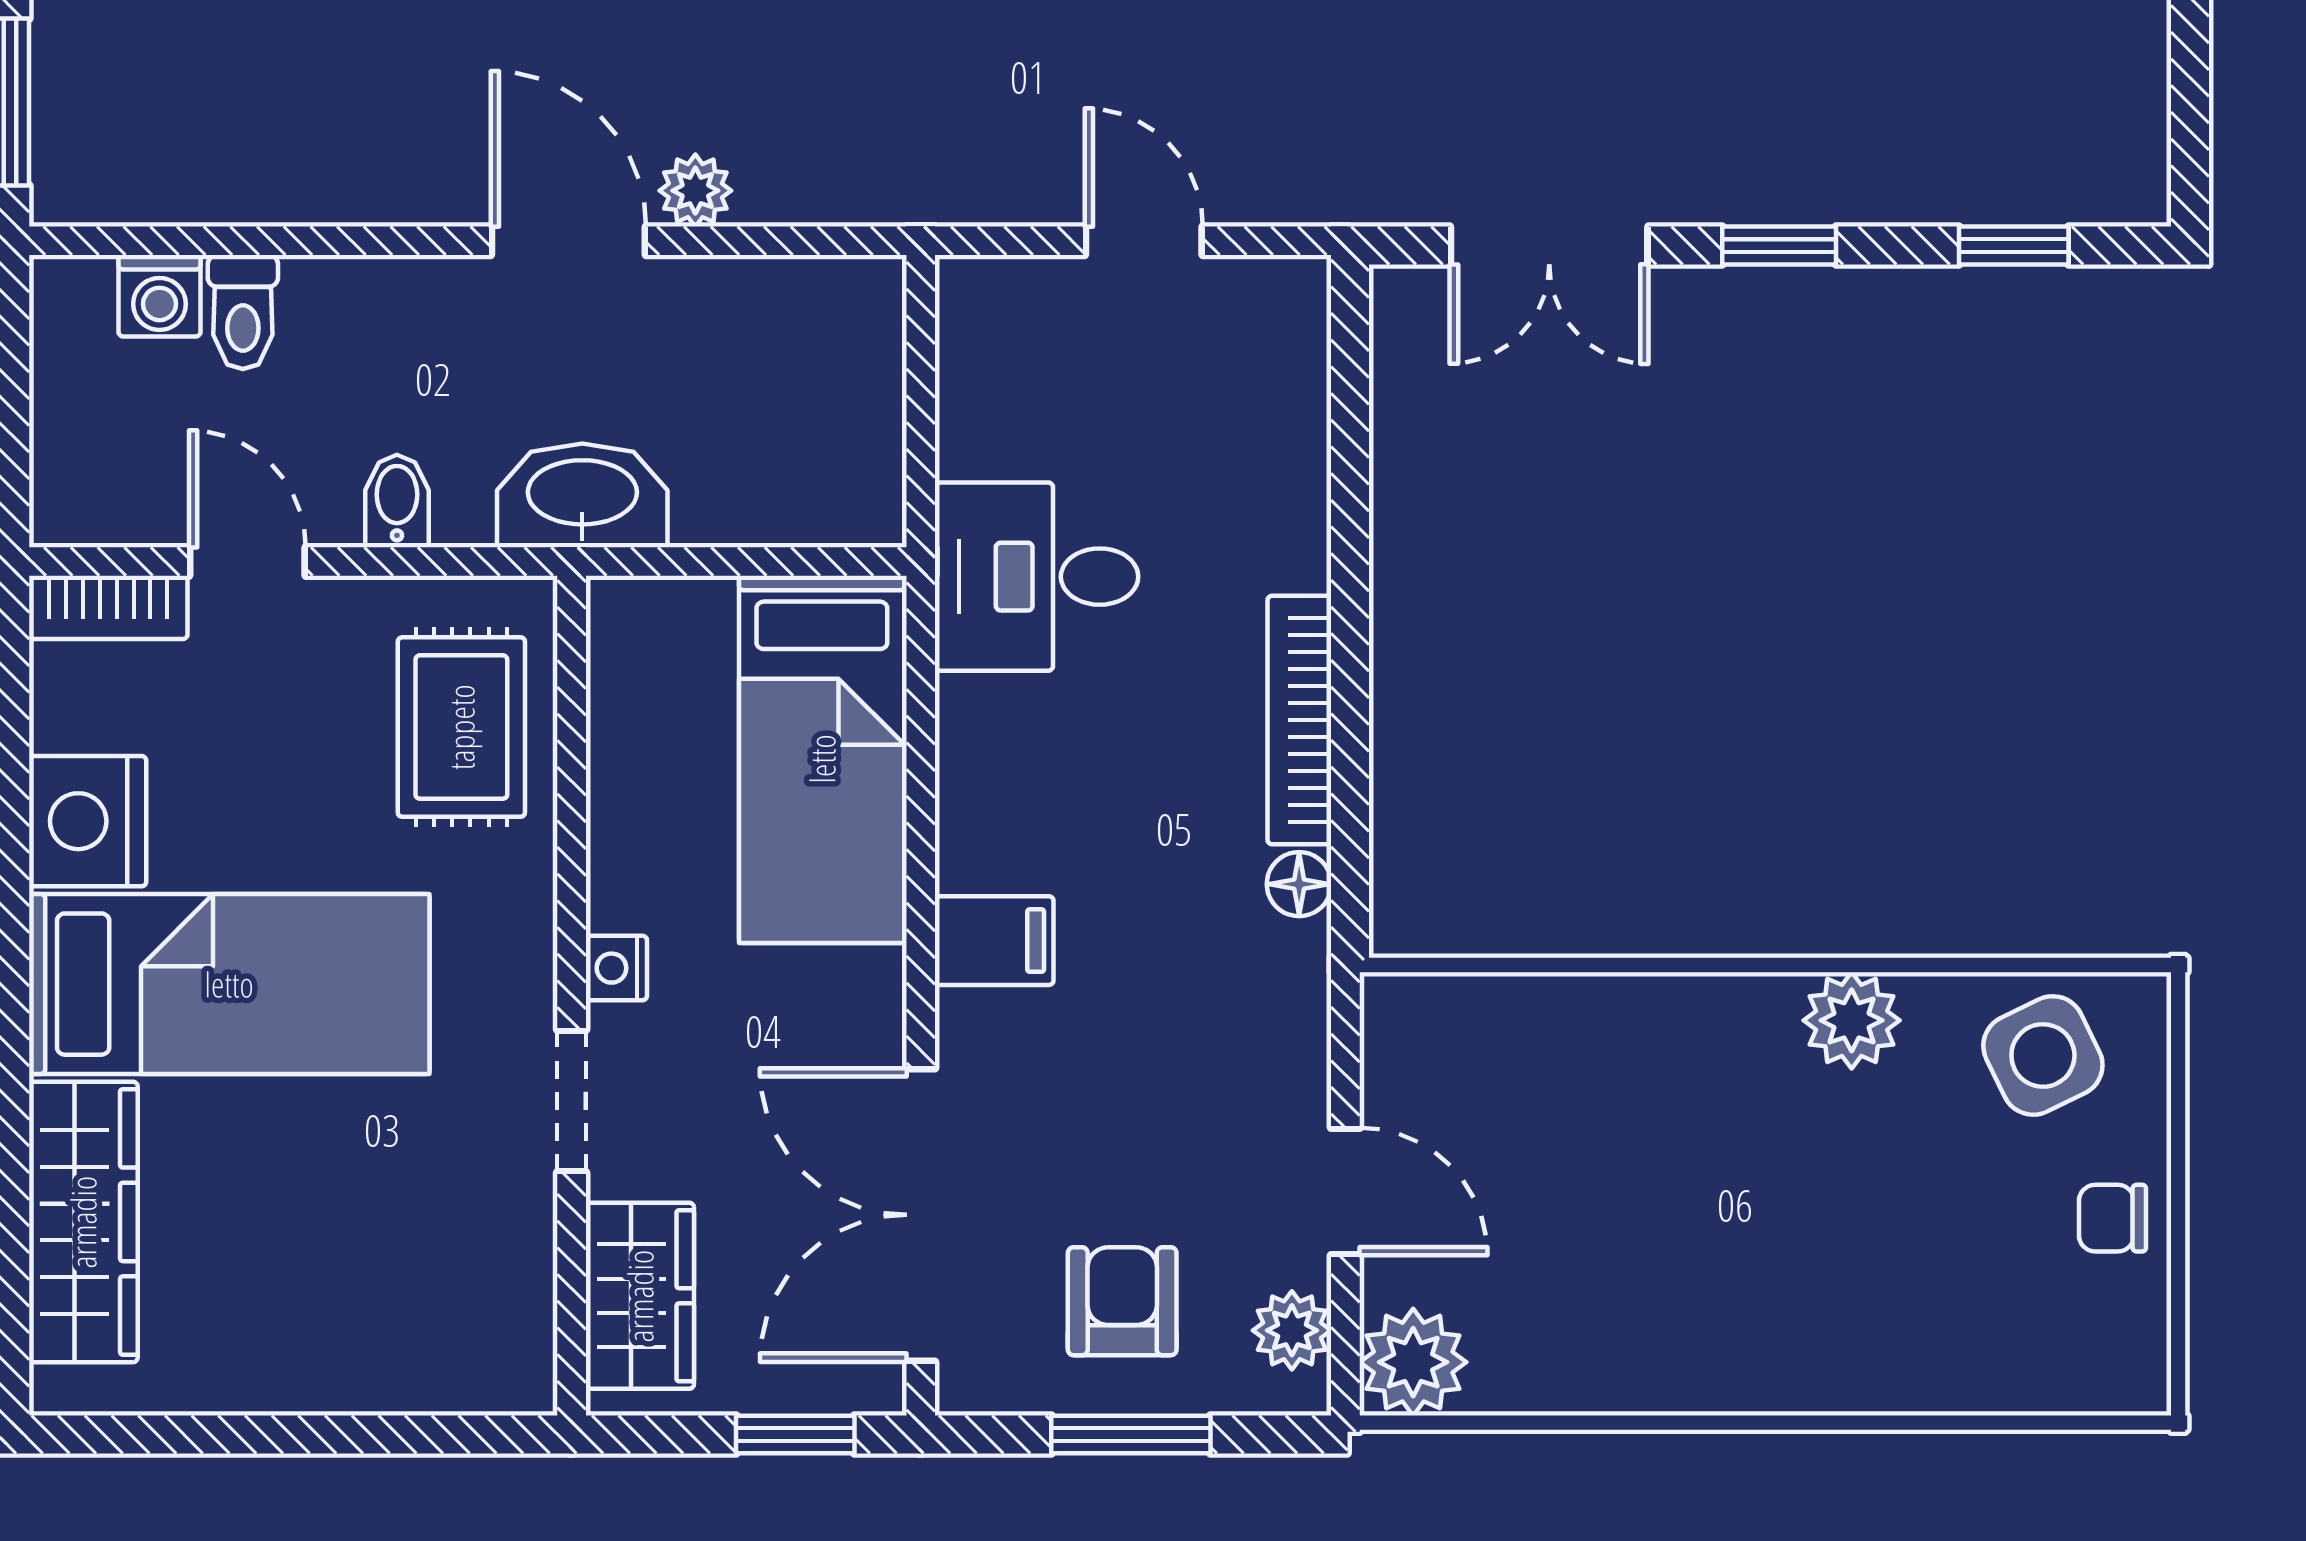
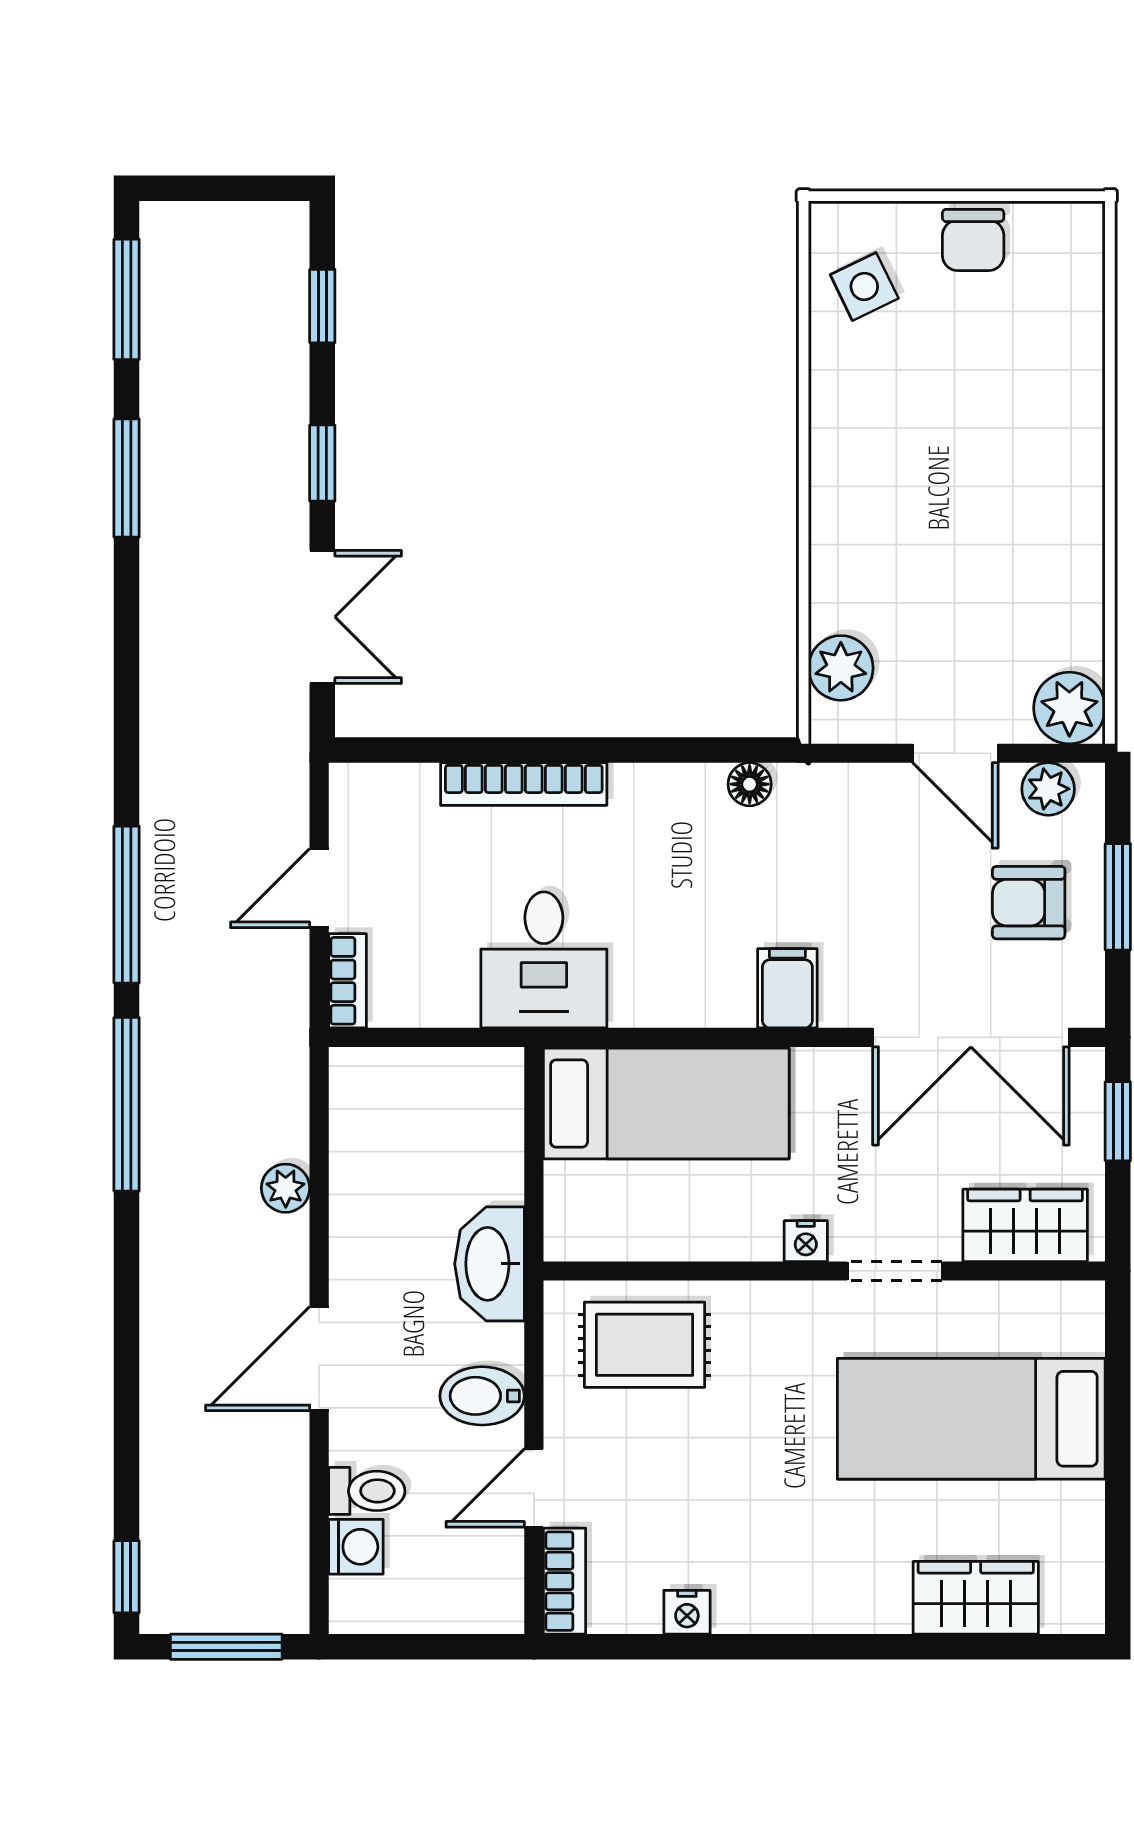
door: (568, 241) -> (319, 1359), moved
bookcase: (1005, 283) -> (347, 981), added
bidet: (397, 501) -> (482, 1396), width x1.38, depth x1.36
bookcase: (1299, 720) -> (524, 784), moved
nightstand: (88, 821) -> (687, 1612), width x0.53, depth x0.56
bed: (229, 984) -> (971, 1419), moved, turned -90
plant: (1852, 1020) -> (841, 668), moved
side table: (2043, 1055) -> (864, 287), width x0.73, depth x0.73
door: (1345, 1192) -> (955, 753), swing flipped
chair: (2113, 1218) -> (973, 240), width x1.37, depth x1.37
wardrobe: (83, 1222) -> (976, 1598), width x0.67

